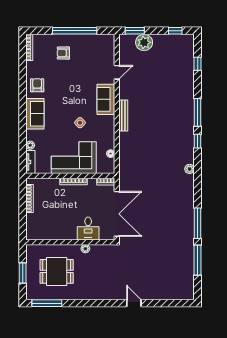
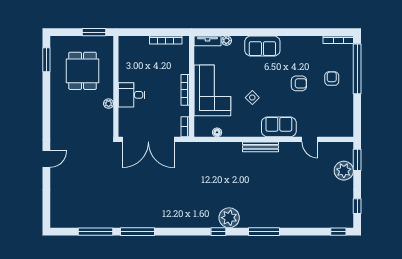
window: (75, 31) -> (357, 69), moved
window: (198, 64) -> (338, 232), moved
armchair: (37, 85) -> (299, 83), moved
window: (198, 141) -> (218, 232), moved
plant: (190, 169) -> (229, 218), moved, width x1.87, depth x1.87
desk: (88, 228) -> (132, 95), moved
window: (23, 273) -> (94, 32), moved
window: (47, 303) -> (46, 60), width x0.69

